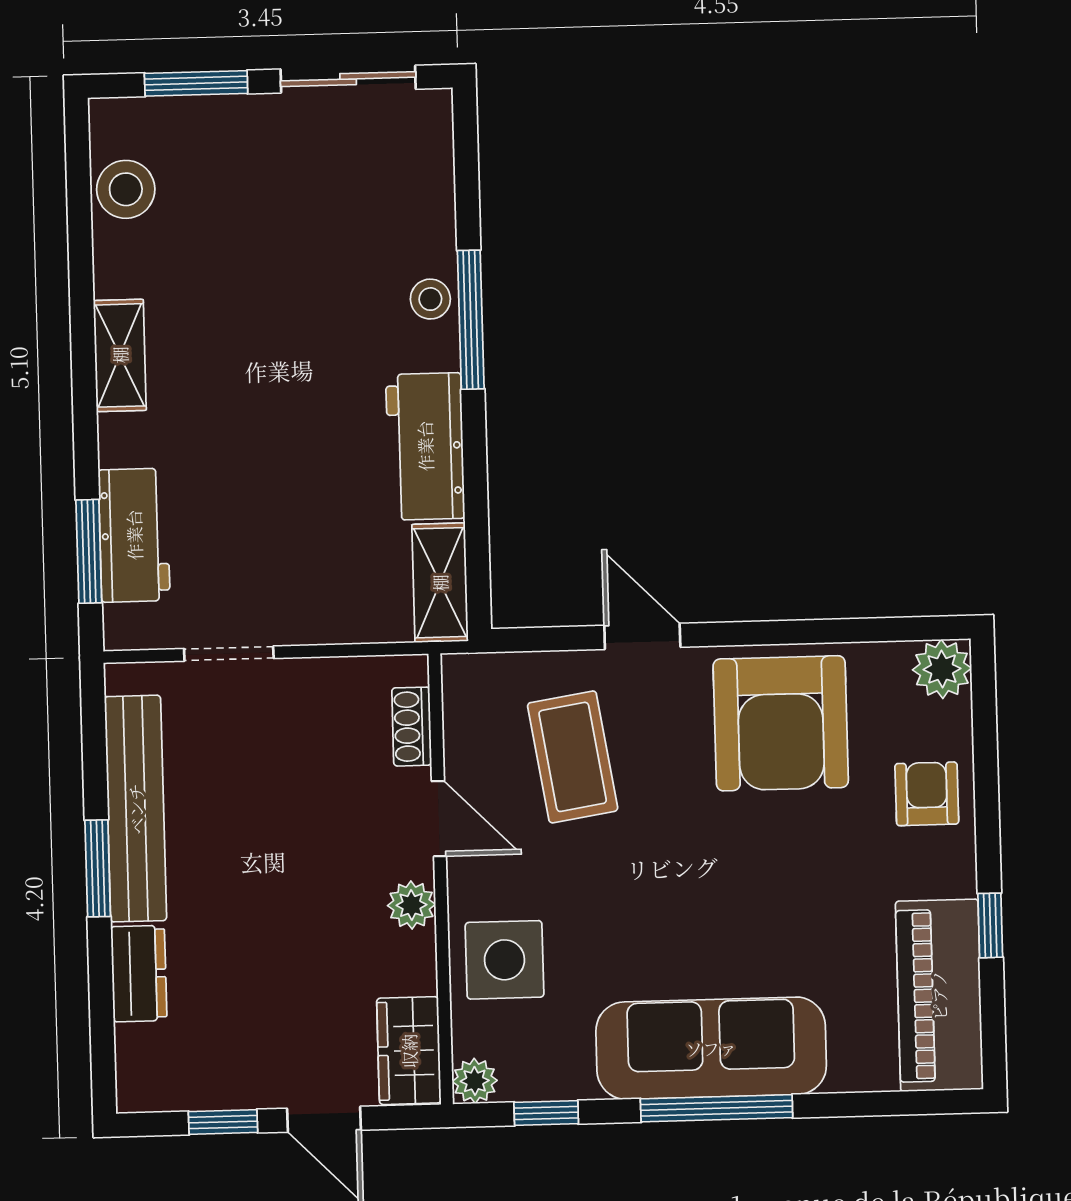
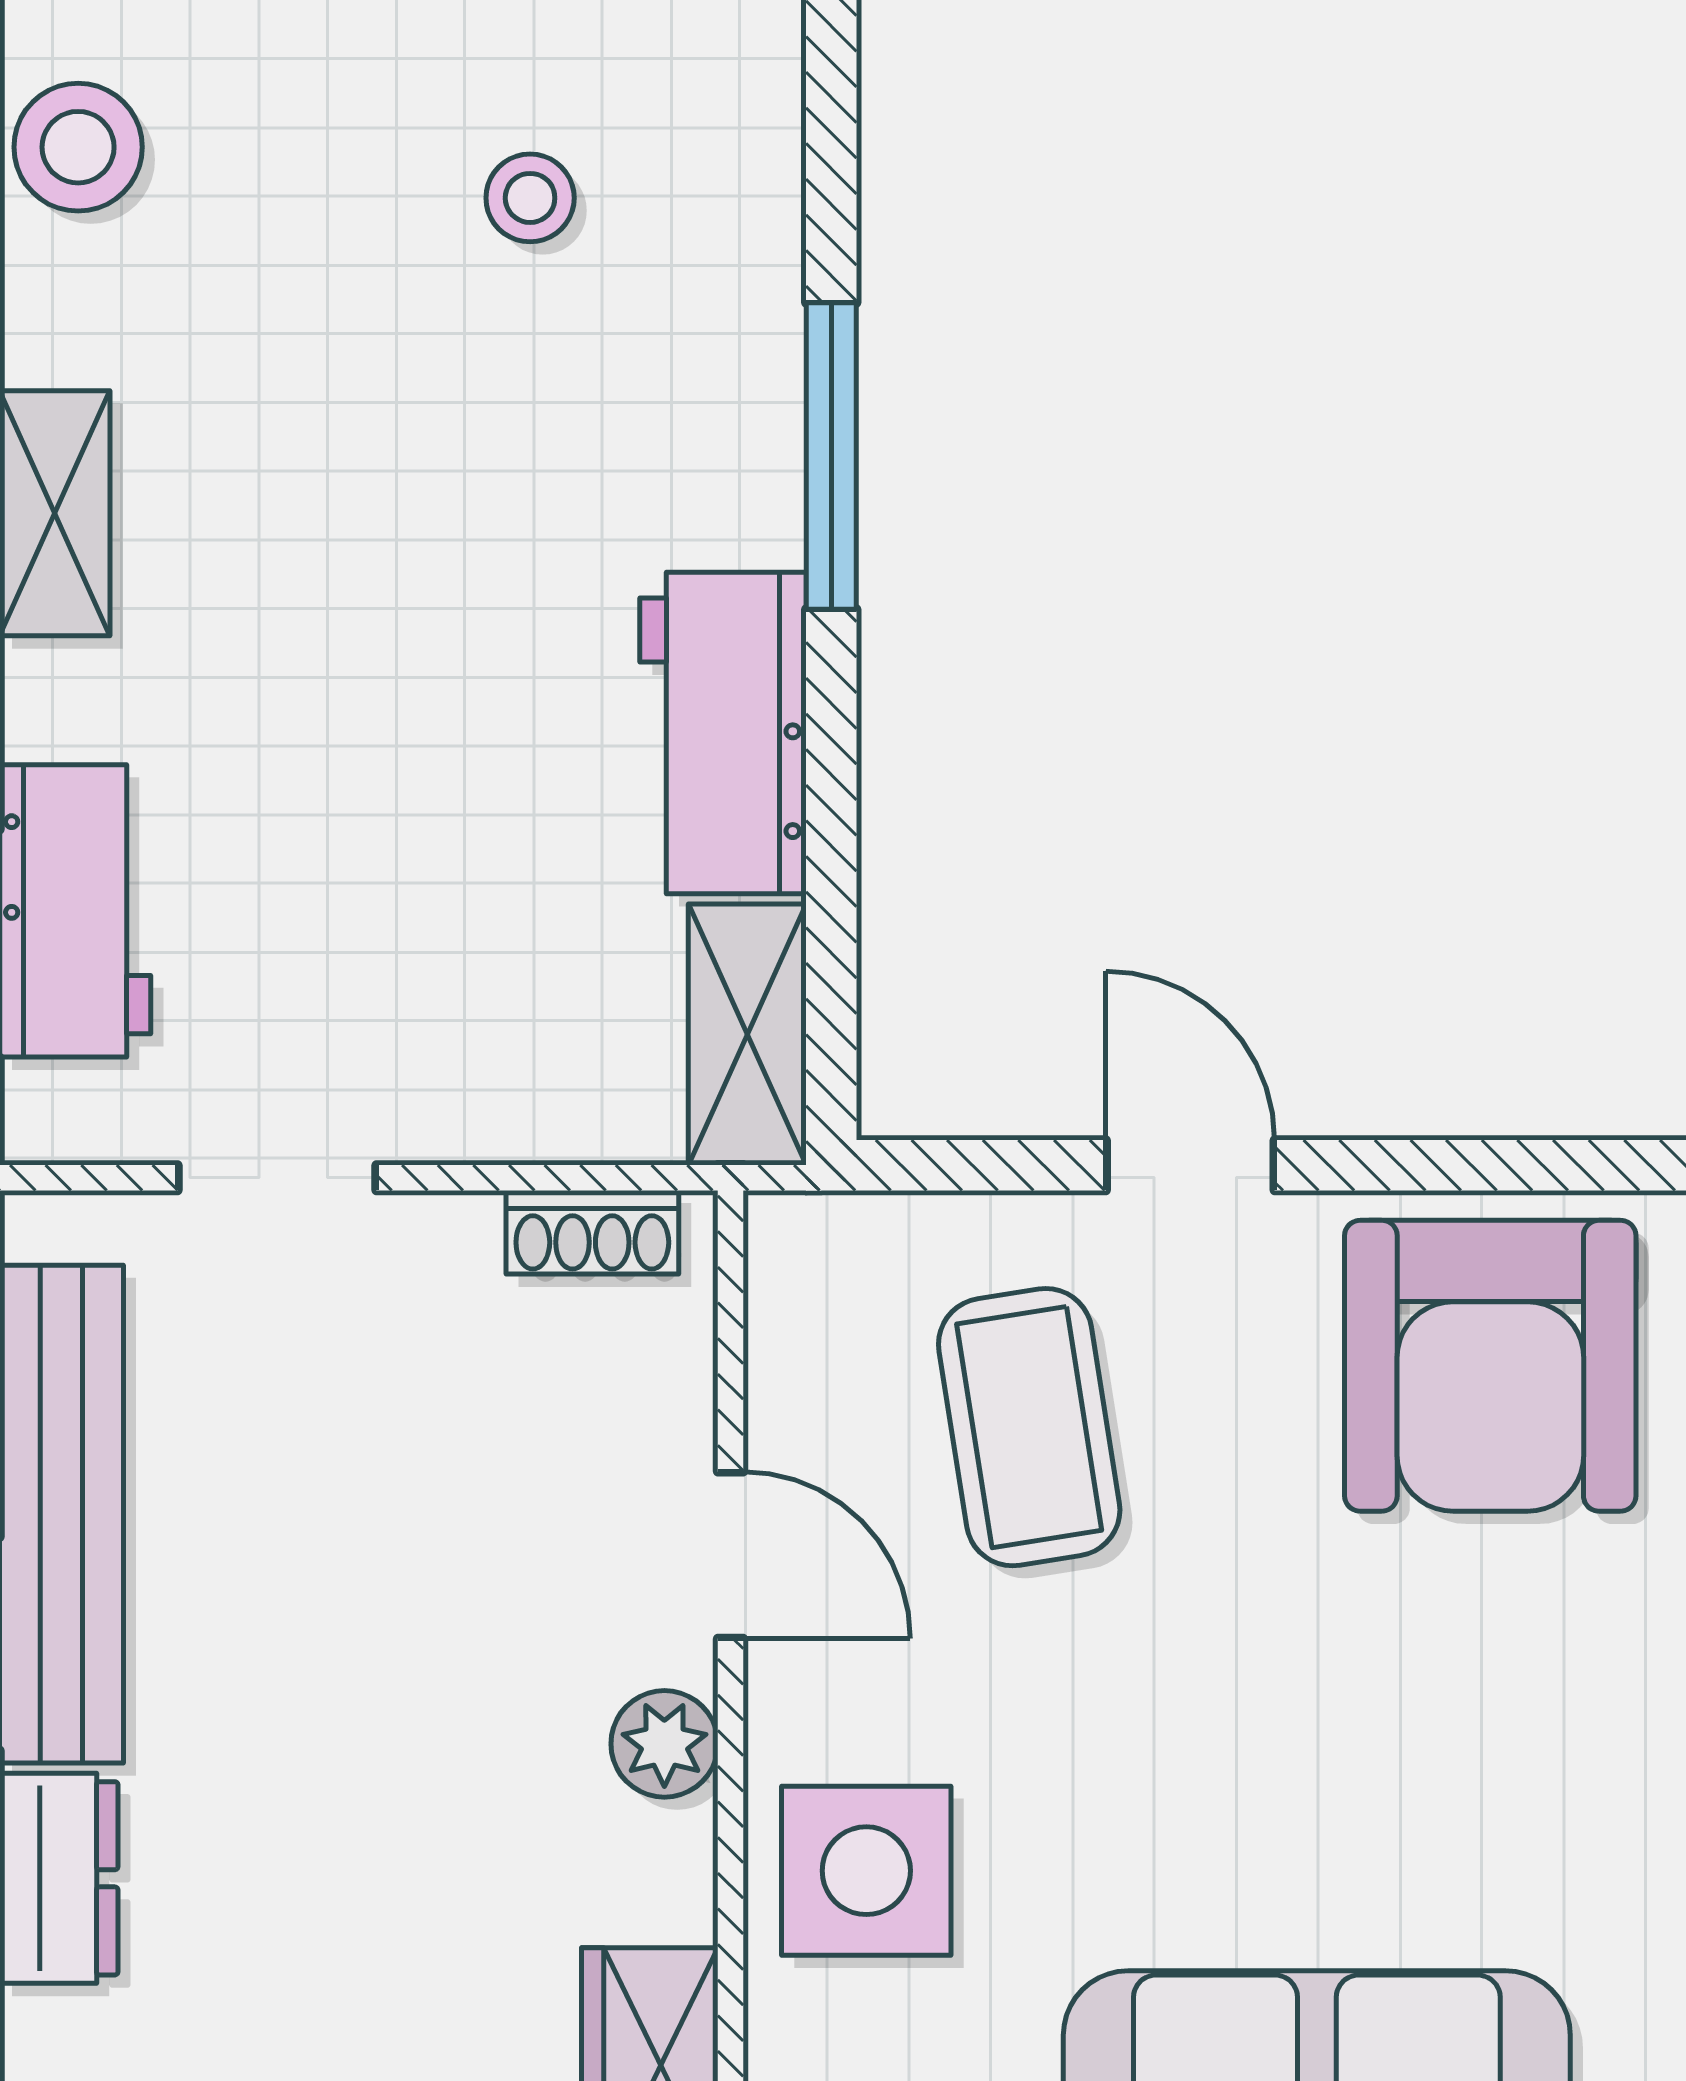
stool: (430, 299) -> (530, 198), moved
shoe rack: (412, 727) -> (592, 1232), moved, turned -90

